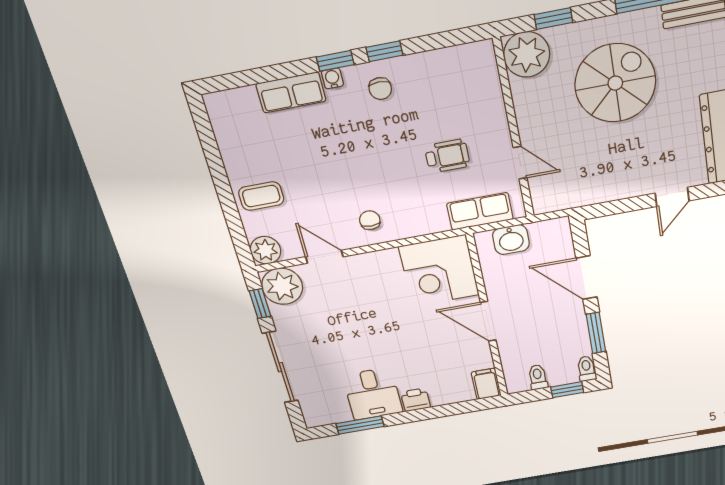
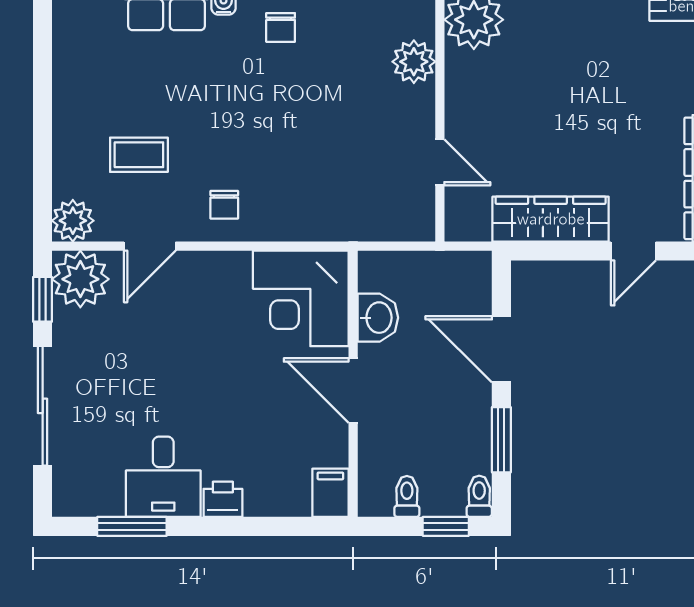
spiral stairs: (615, 83) -> (580, 79), removed
plant: (487, 95) -> (414, 62), added
wheelchair: (447, 156) -> (347, 134), removed
wardrobe: (608, 186) -> (551, 219), added
coffee table: (261, 196) -> (139, 155), moved
row of seats: (480, 211) -> (374, 221), removed
chair: (370, 220) -> (224, 205), turned 180
washbasin: (511, 240) -> (378, 318), moved, turned -90
door: (324, 257) -> (150, 246), swing flipped

